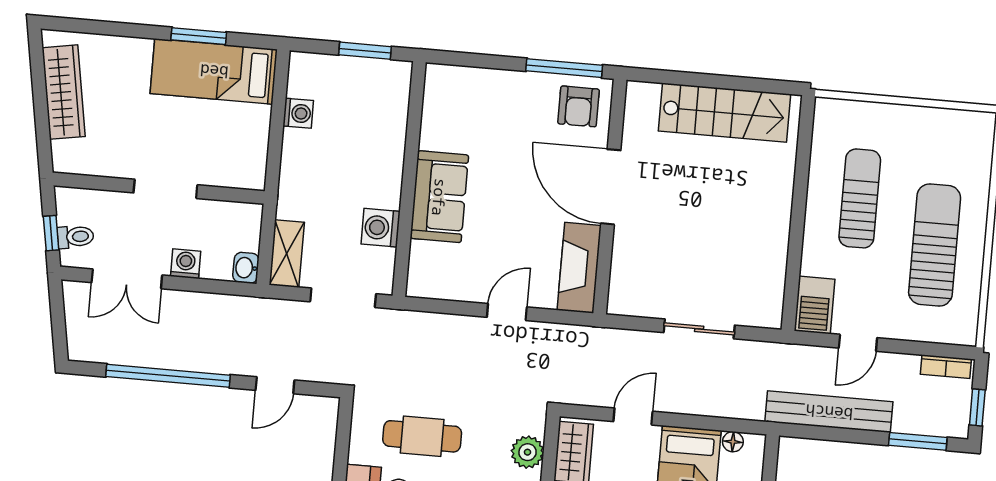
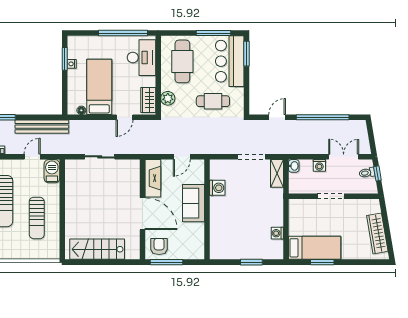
wall: (409, 179) -> (207, 209), moved
sofa: (439, 197) -> (193, 203), moved
washing machine: (381, 228) -> (217, 188), moved

